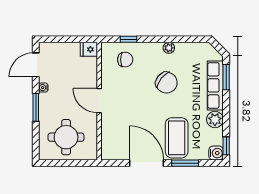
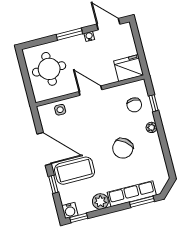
plant: (169, 48) -> (152, 127), moved
fridge: (89, 49) -> (129, 68), width x1.88, depth x1.34
door: (99, 101) -> (90, 91), hinge flipped
side table: (111, 137) -> (60, 110), added
door: (146, 163) -> (44, 149), hinge flipped
window: (185, 163) -> (53, 184), width x0.67

